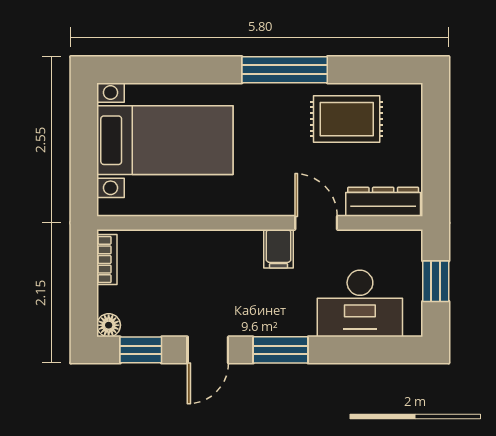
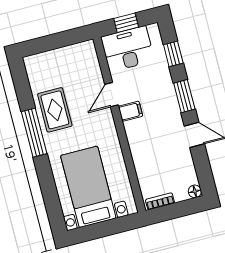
rug: (347, 119) -> (55, 110), moved
dresser: (383, 202) -> (91, 62), removed
desk: (360, 303) -> (128, 49), moved, turned -90
window: (141, 350) -> (173, 54), moved

